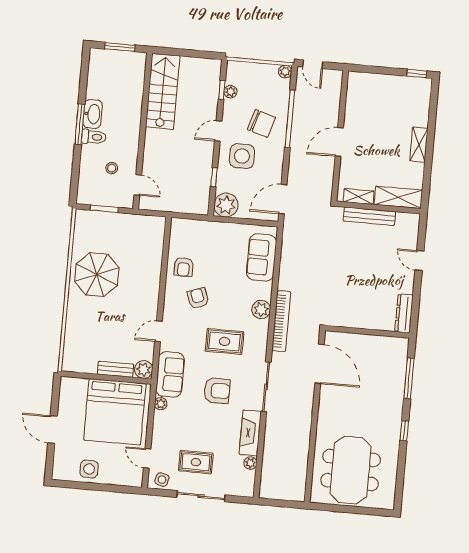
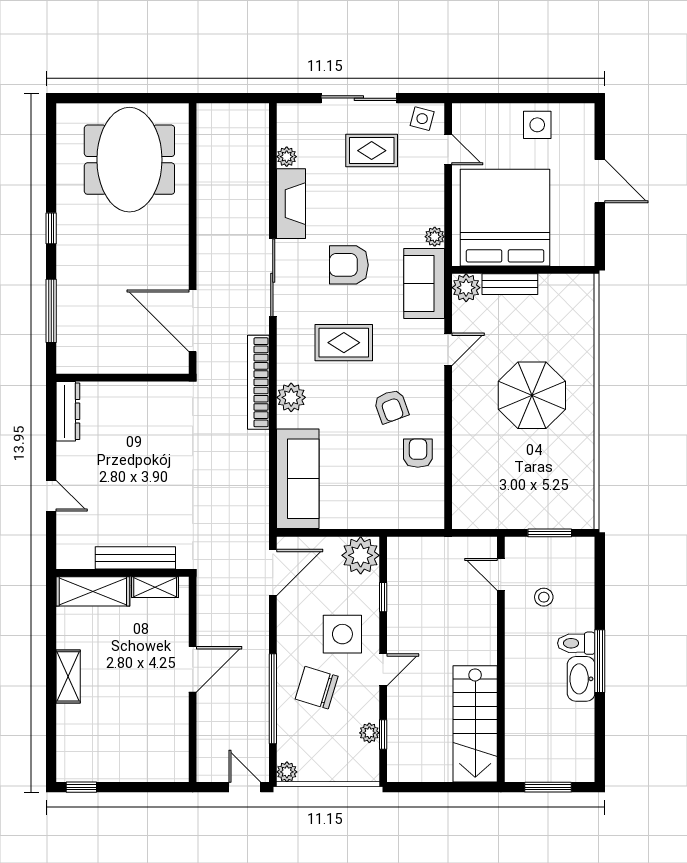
sofa: (262, 257) -> (298, 479), width x1.36
parasol: (97, 275) -> (532, 395), moved

